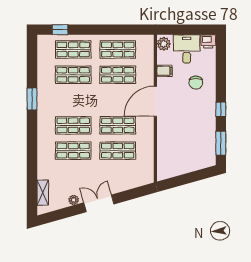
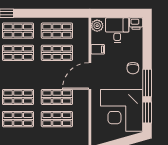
chair: (196, 83) -> (133, 68), moved
window: (221, 109) -> (147, 83), width x2.17
corner desk: (192, 141) -> (122, 110), added

